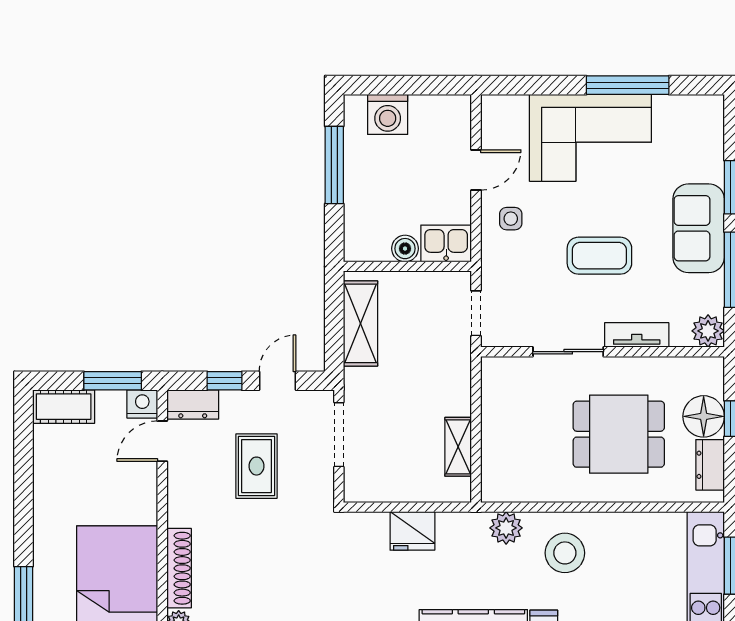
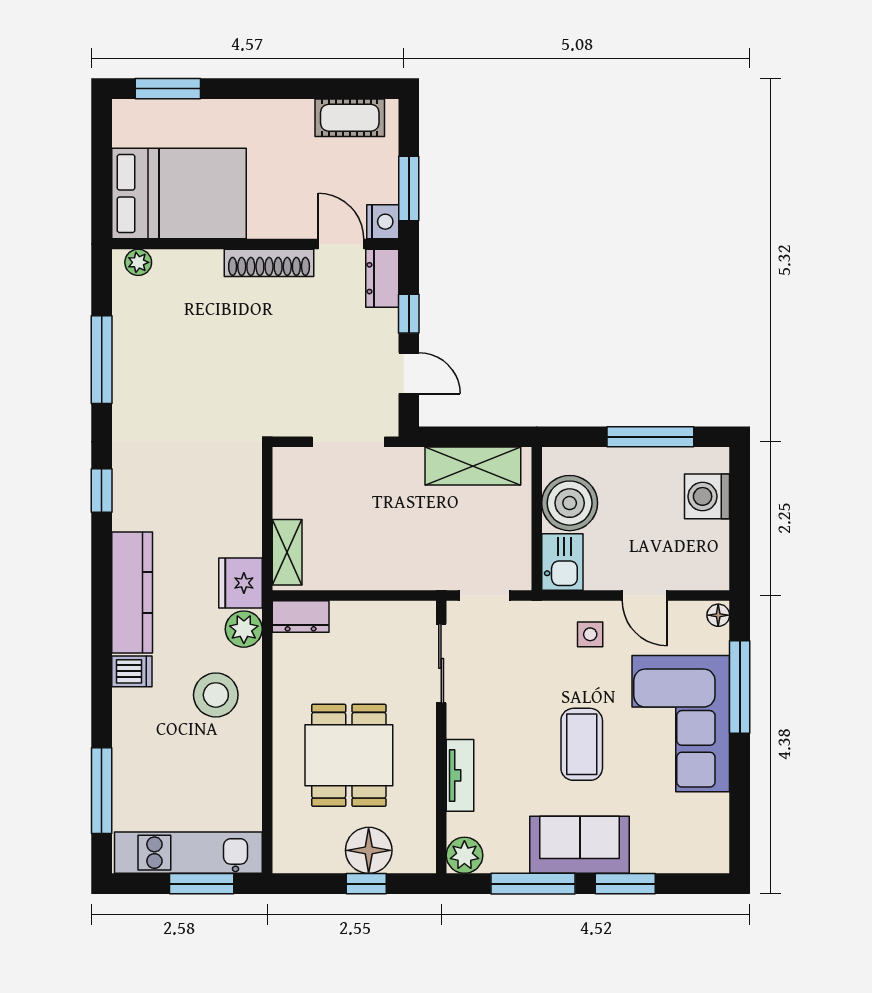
window: (628, 85) -> (740, 687), moved
floor lamp: (494, 104) -> (718, 615), added
boiler: (405, 249) -> (570, 503), width x1.86, depth x1.86
coffee table: (599, 256) -> (582, 744), moved
sliding door: (568, 352) -> (441, 663), moved
cot: (64, 407) -> (350, 118), moved, turned 90
shelving: (458, 447) -> (287, 552), moved, turned 90
dresser: (710, 465) -> (301, 616), moved, turned 180
rug: (256, 466) -> (313, 350), removed
fridge: (412, 531) -> (240, 583), moved
shoe rack: (179, 568) -> (269, 263), moved

